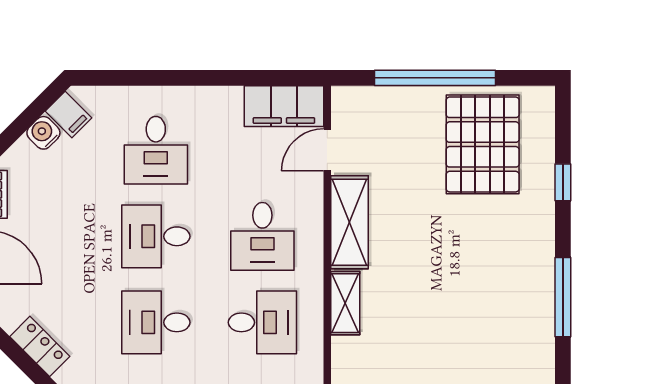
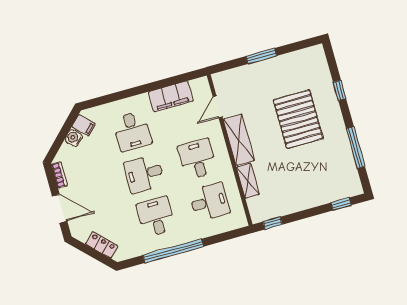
window: (435, 78) -> (261, 56), width x0.47
filing cabinet: (284, 106) -> (171, 96), moved
pallet: (483, 144) -> (298, 119), moved
desk: (262, 236) -> (197, 159), turned 180
desk: (156, 322) -> (156, 217), turned 90

